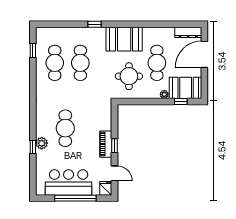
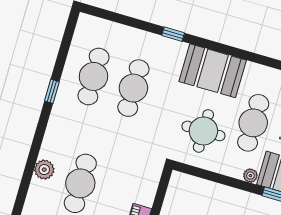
window: (33, 50) -> (52, 91), moved
plant: (42, 143) -> (44, 170), moved
window: (33, 147) -> (21, 198), removed

